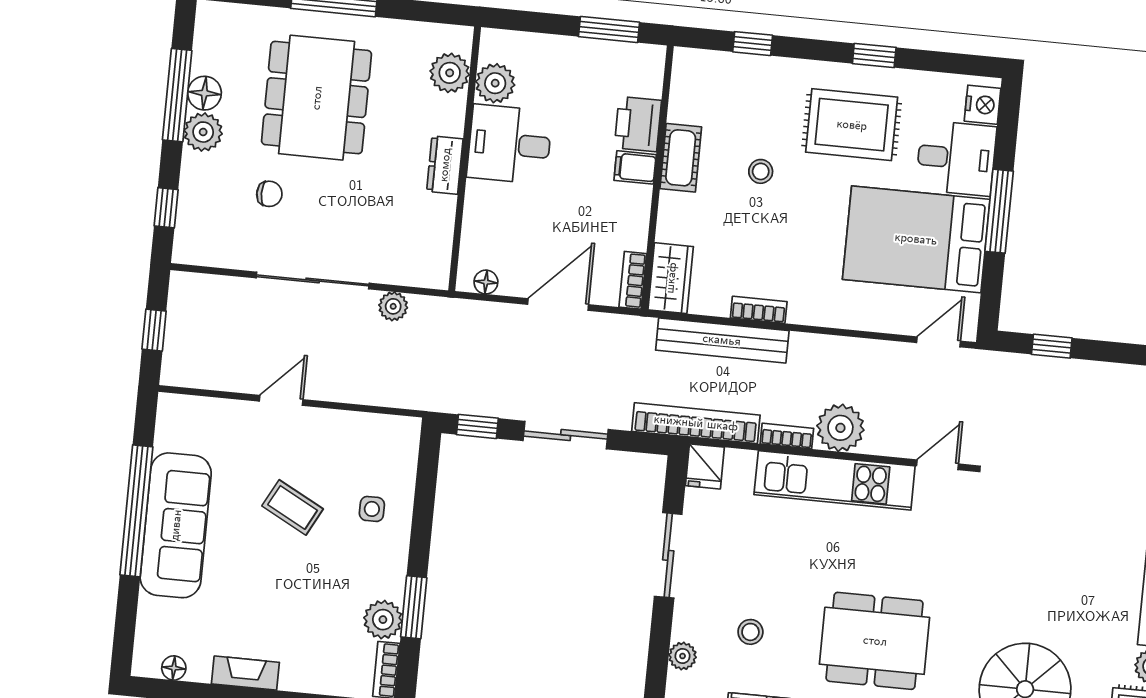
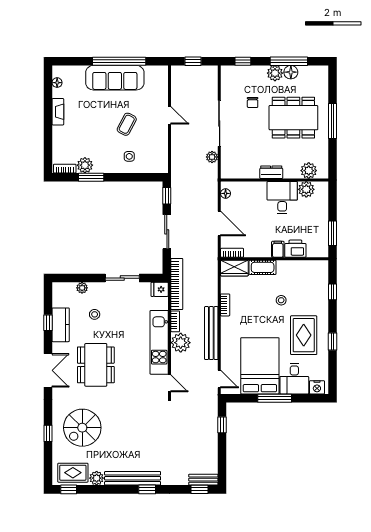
cot: (681, 158) -> (263, 267), moved
bench: (722, 340) -> (211, 333), moved

